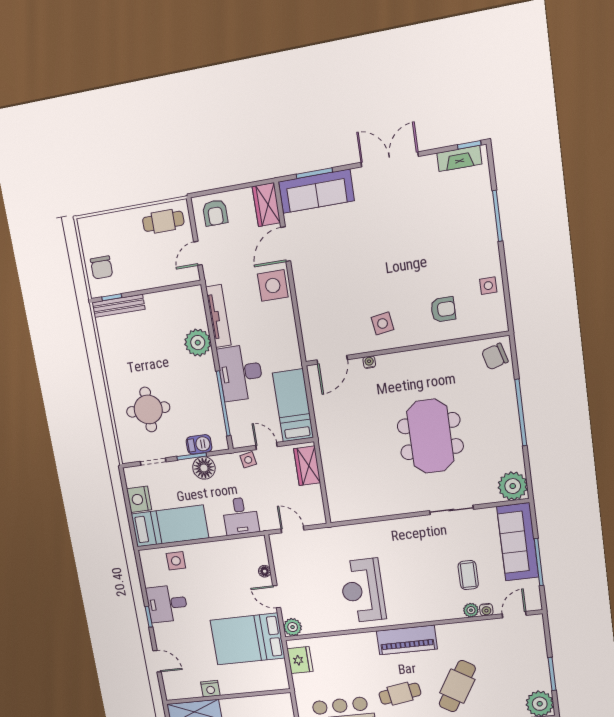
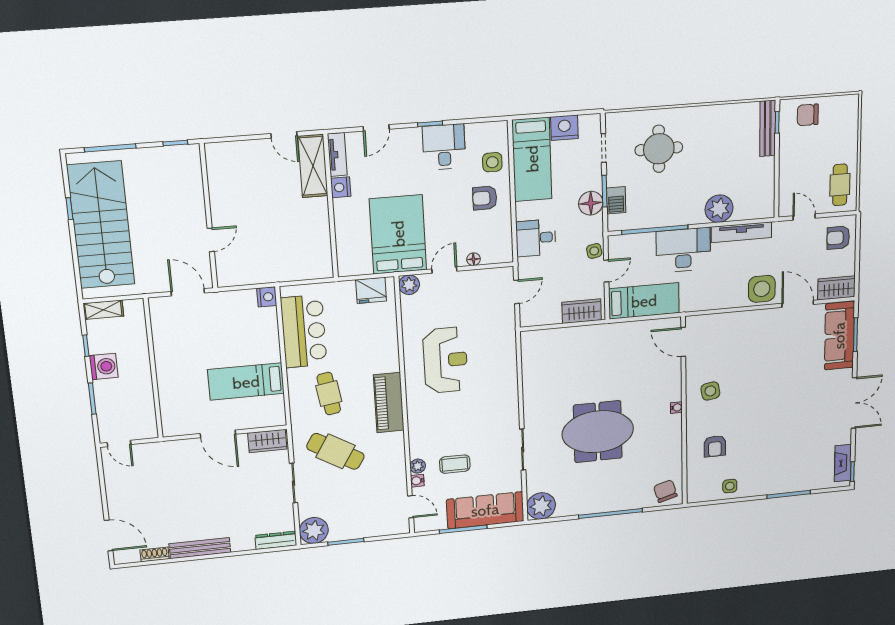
water cooler: (369, 362) -> (676, 408), moved
armchair: (208, 565) -> (485, 198), added
reception desk: (362, 590) -> (445, 360), turned 90
tv unit: (183, 692) -> (337, 154), added

